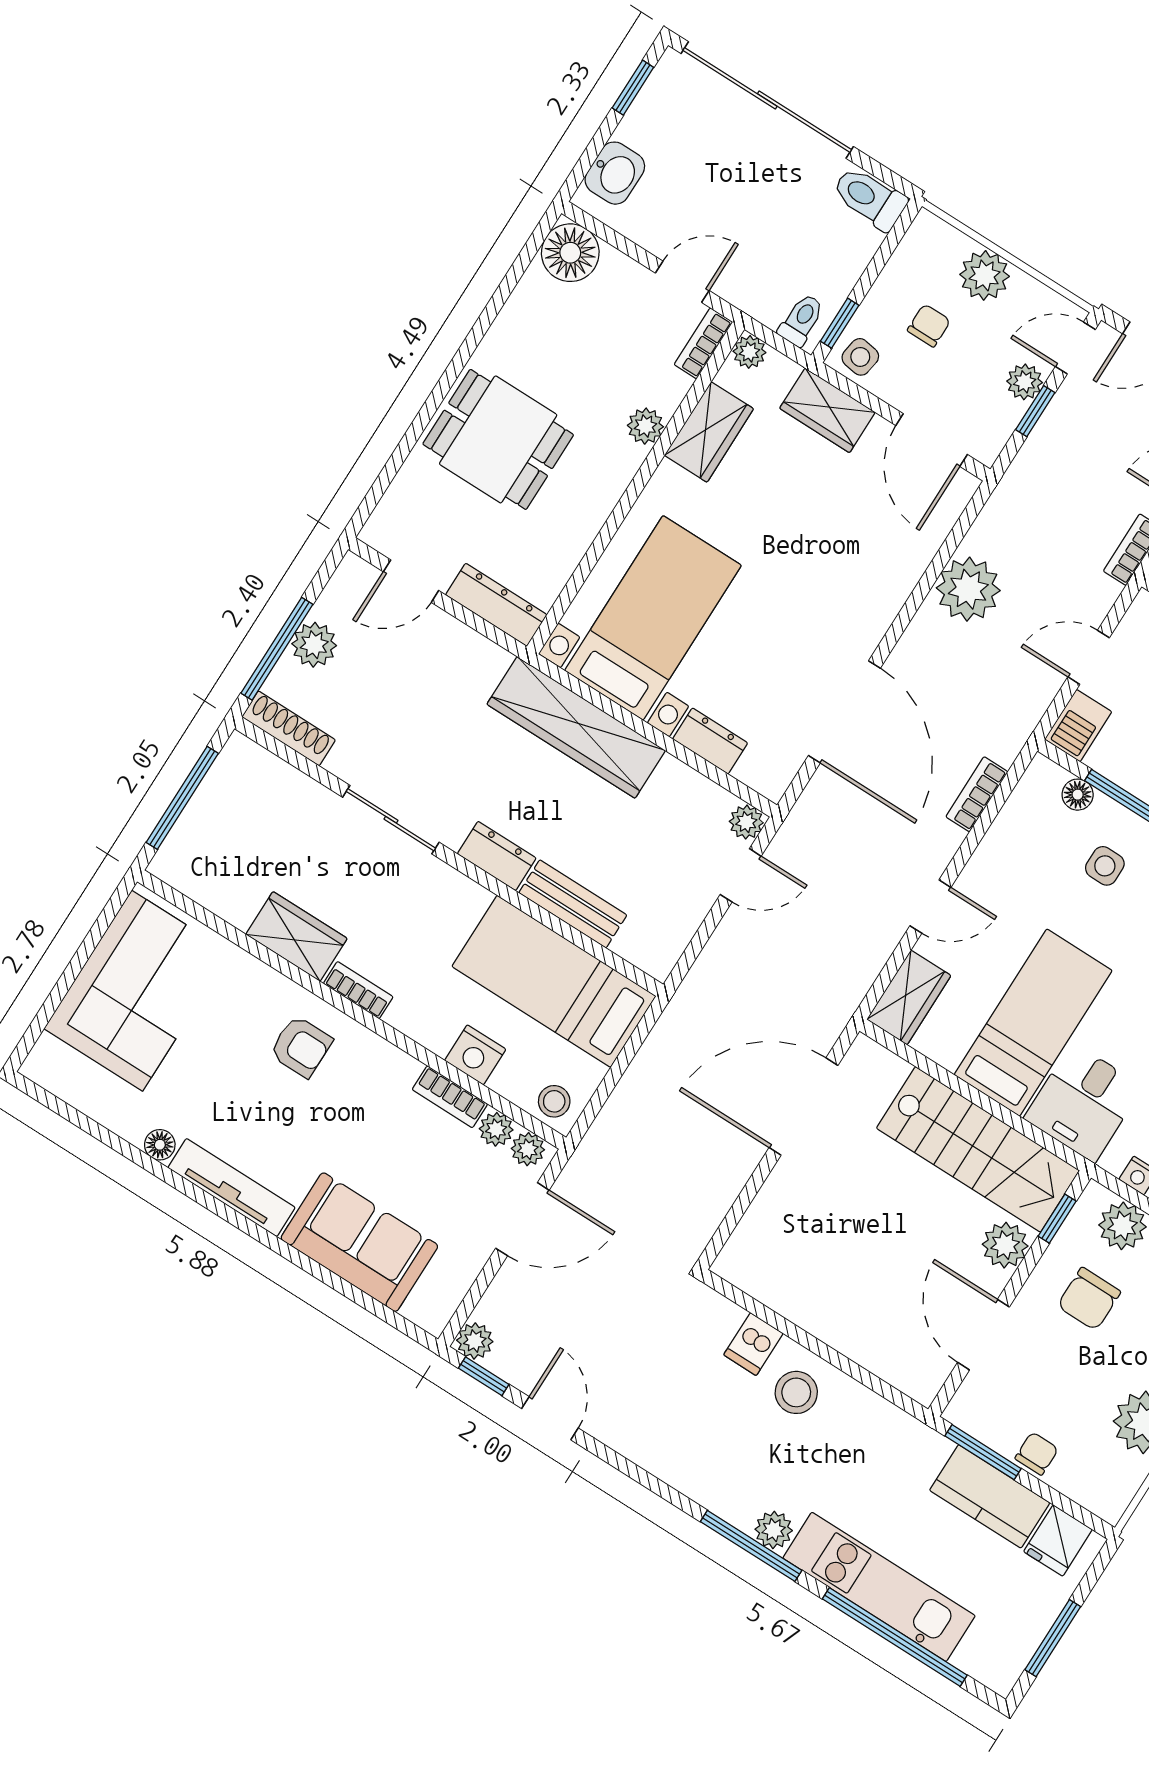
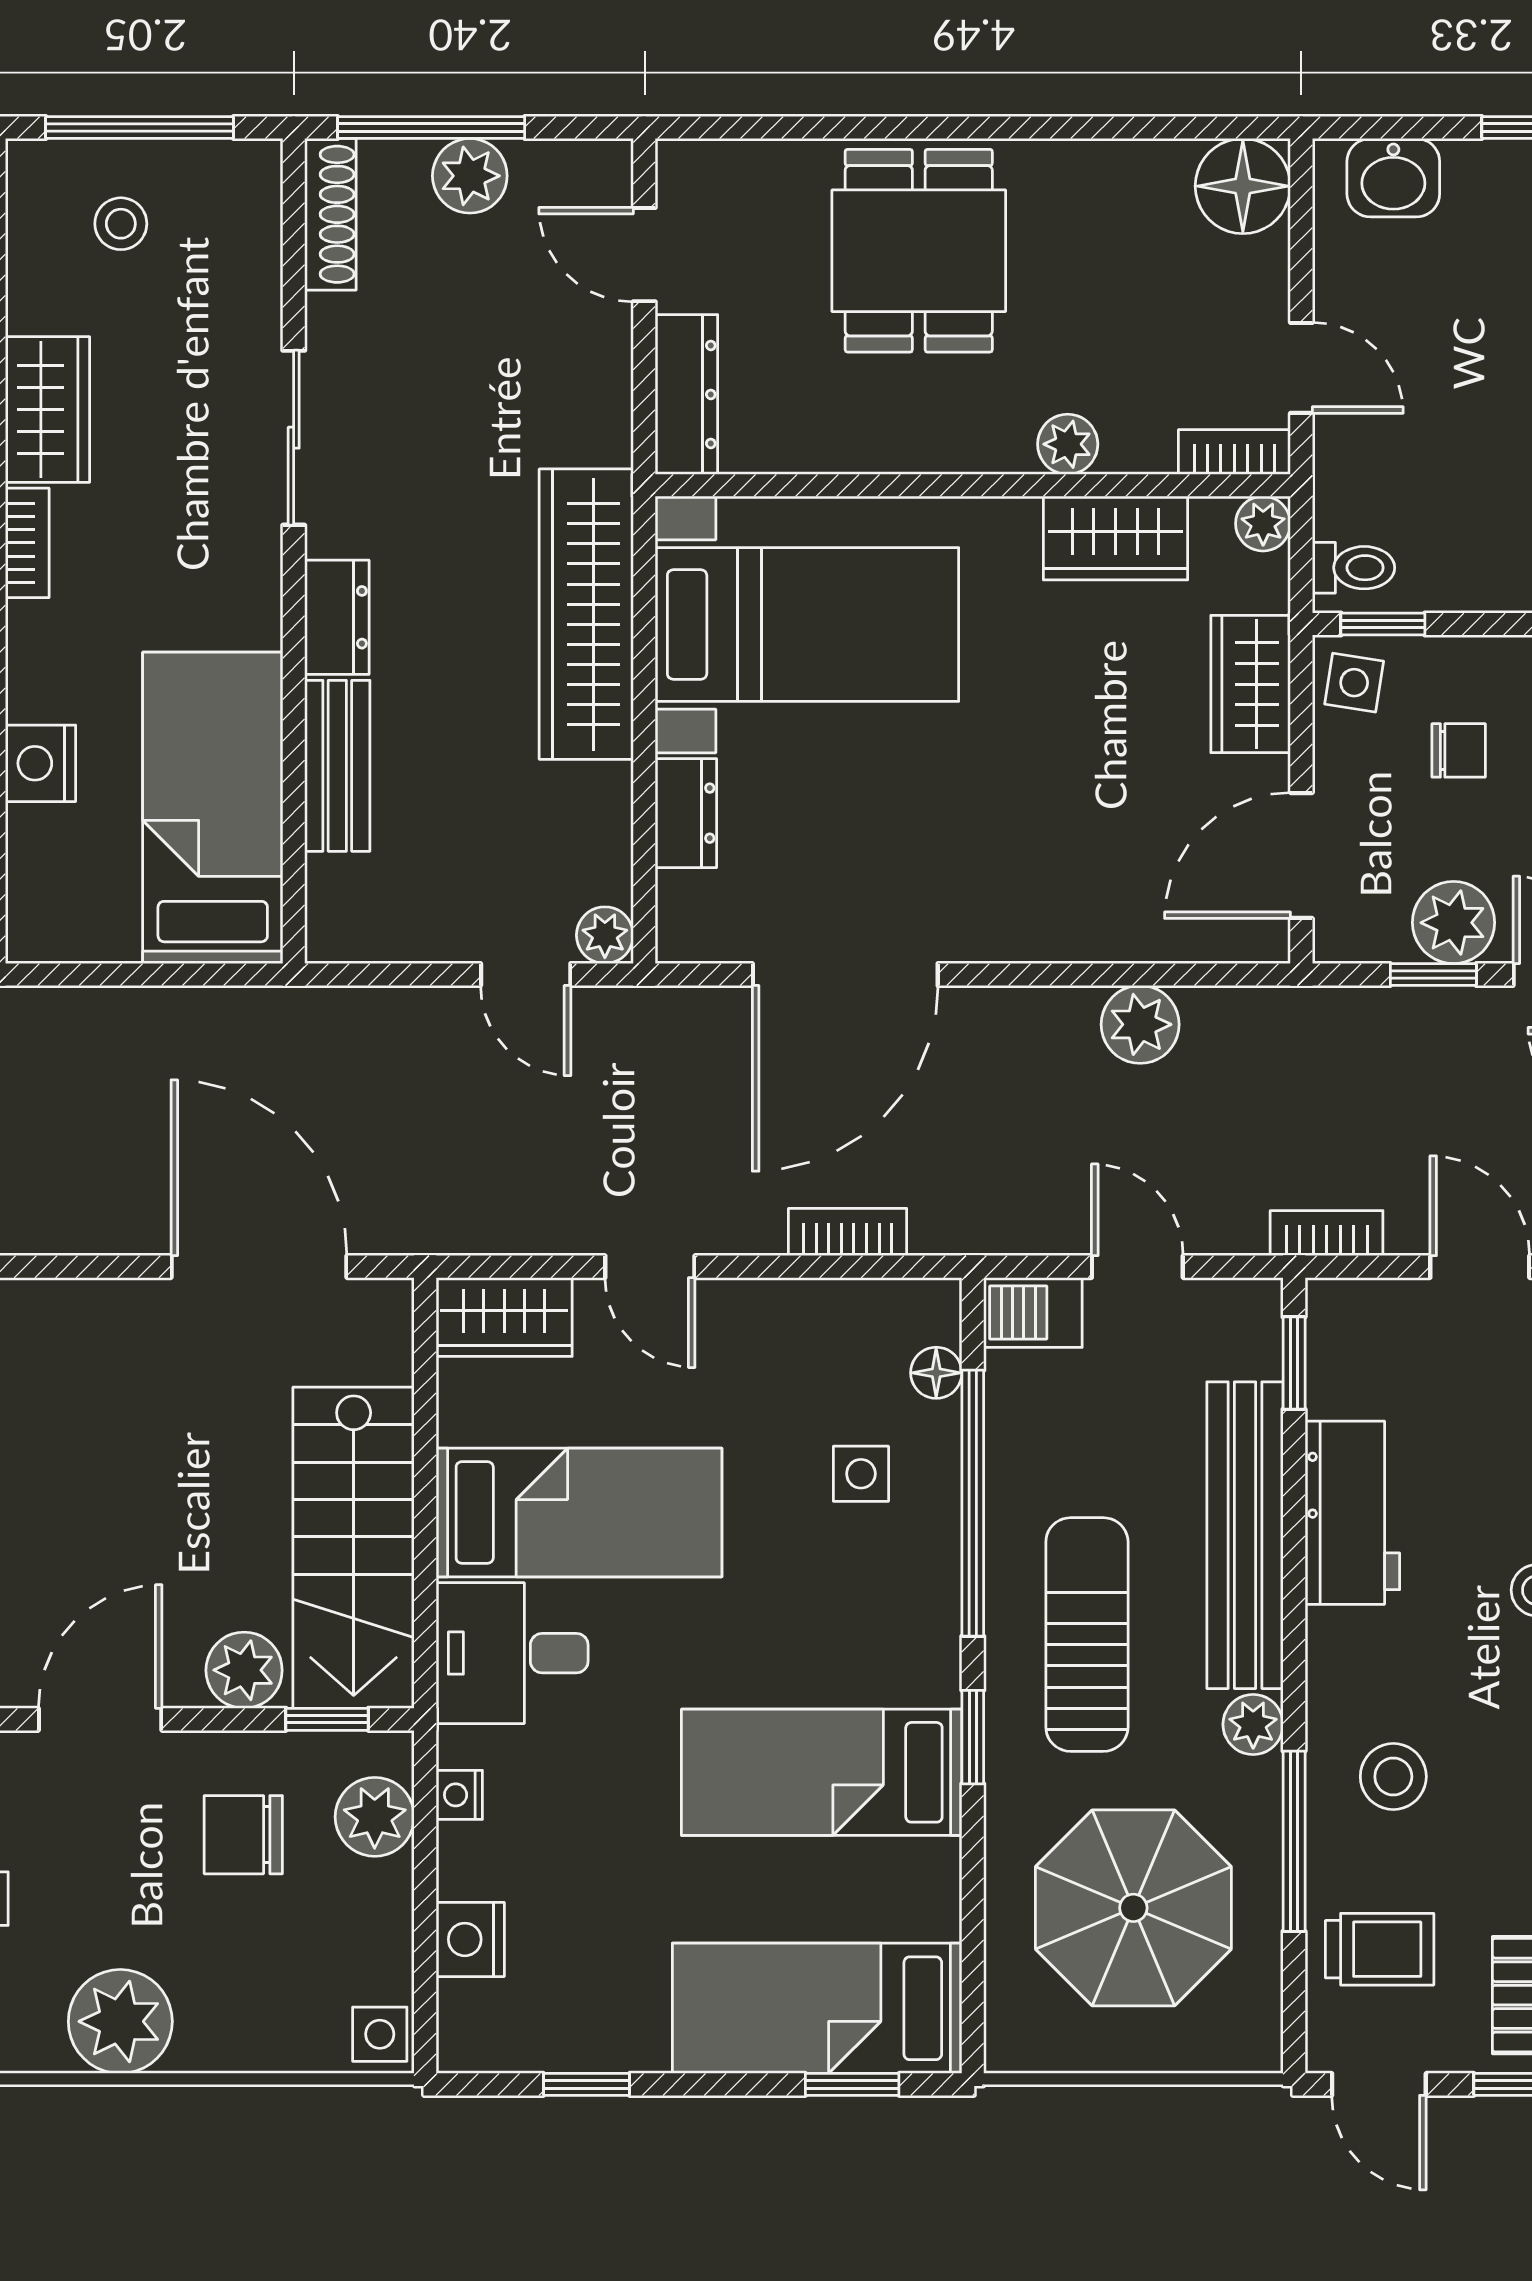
plant: (1025, 382) -> (1454, 923), width x1.38, depth x1.38
plant: (968, 589) -> (1140, 1024), width x0.73, depth x0.73
stool: (554, 1101) -> (121, 224), moved

